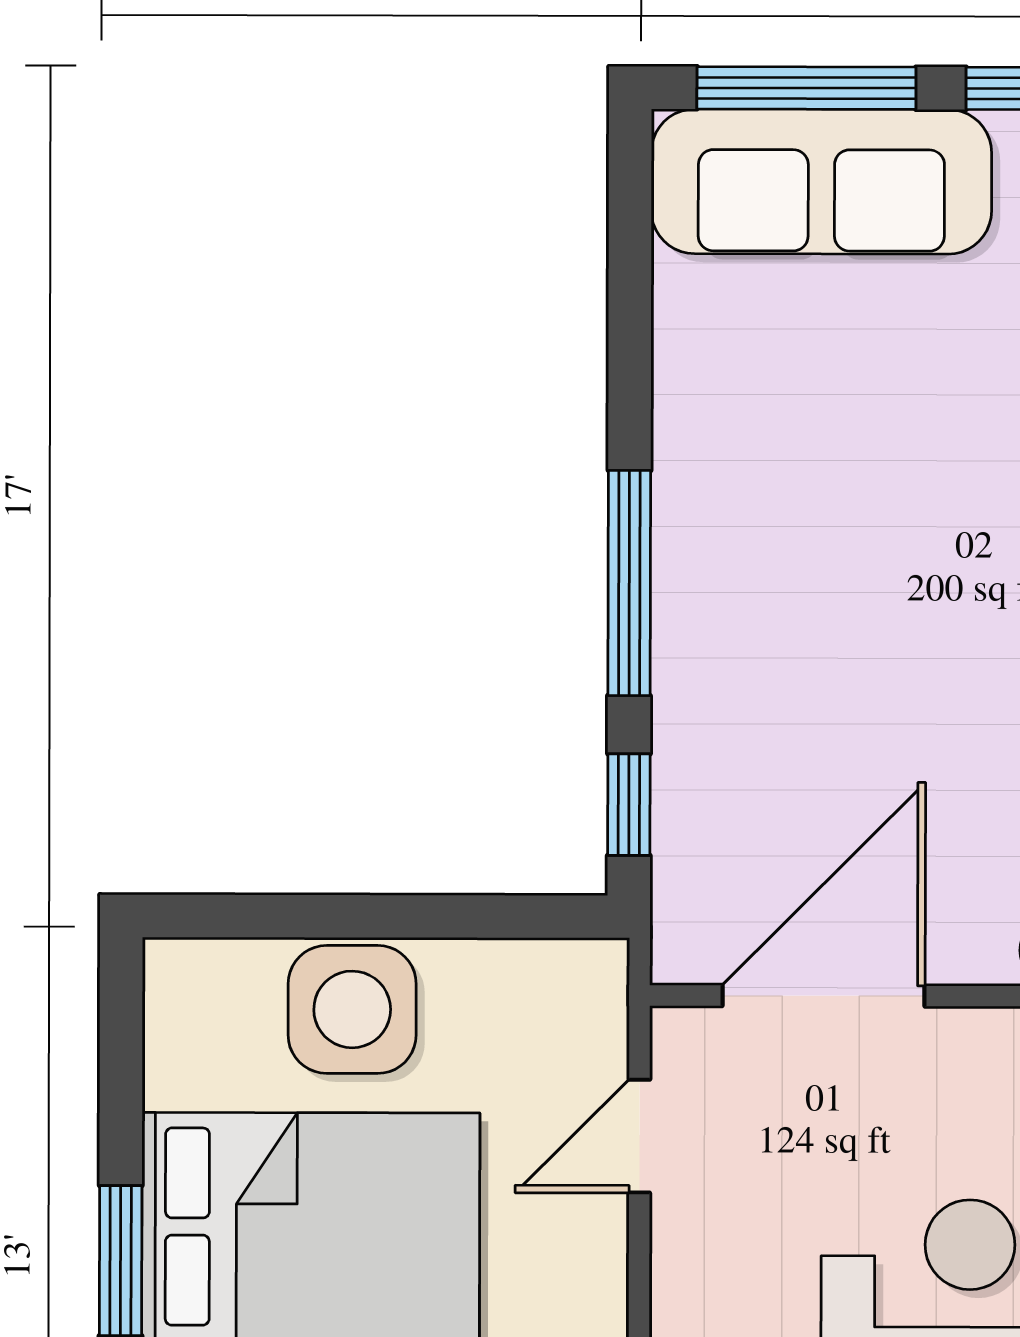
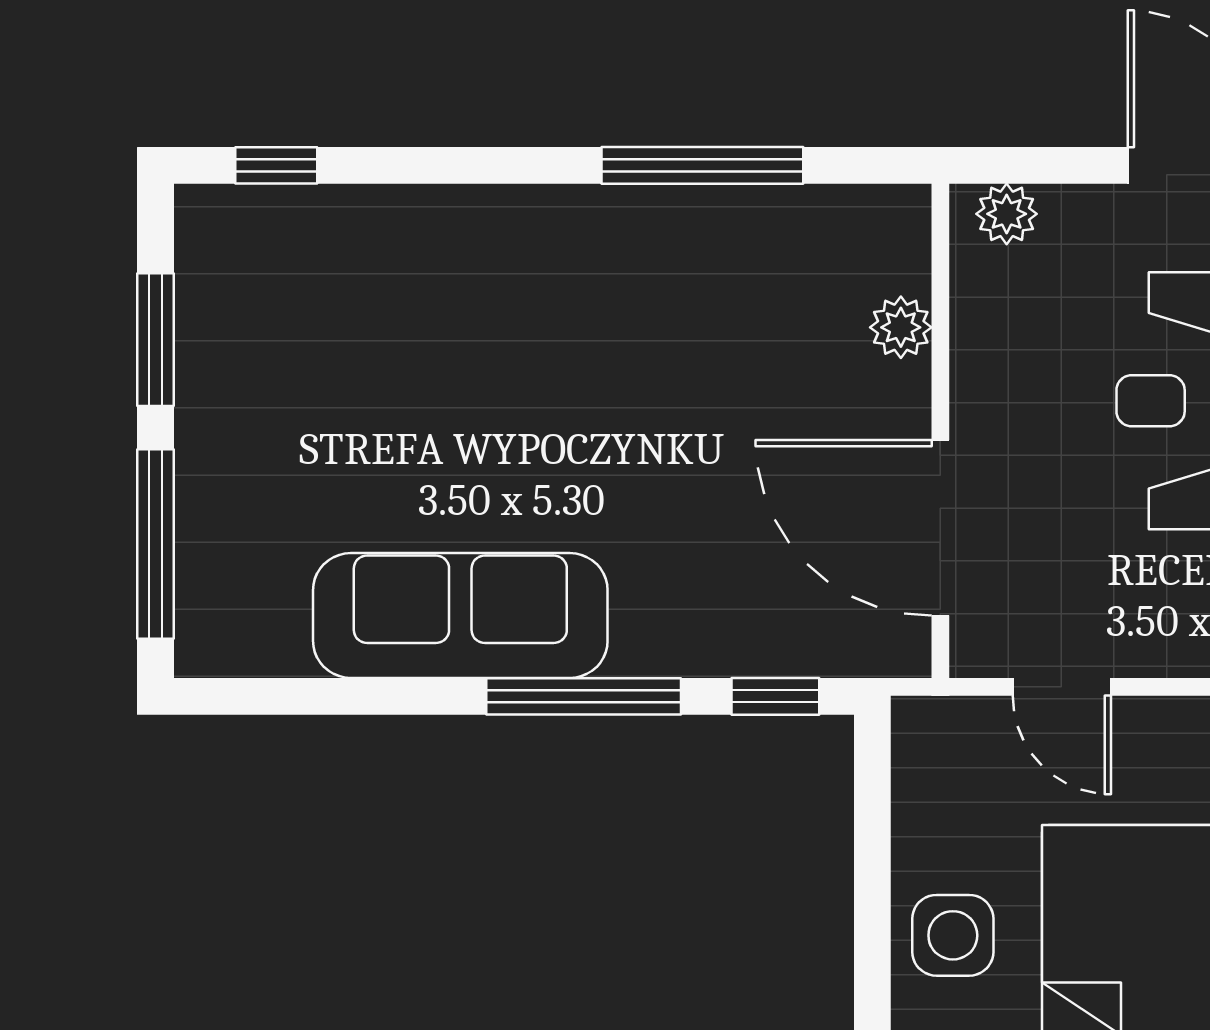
sofa: (821, 182) -> (460, 616), moved, turned -90
side table: (352, 1009) -> (953, 935), width x0.73, depth x0.73

